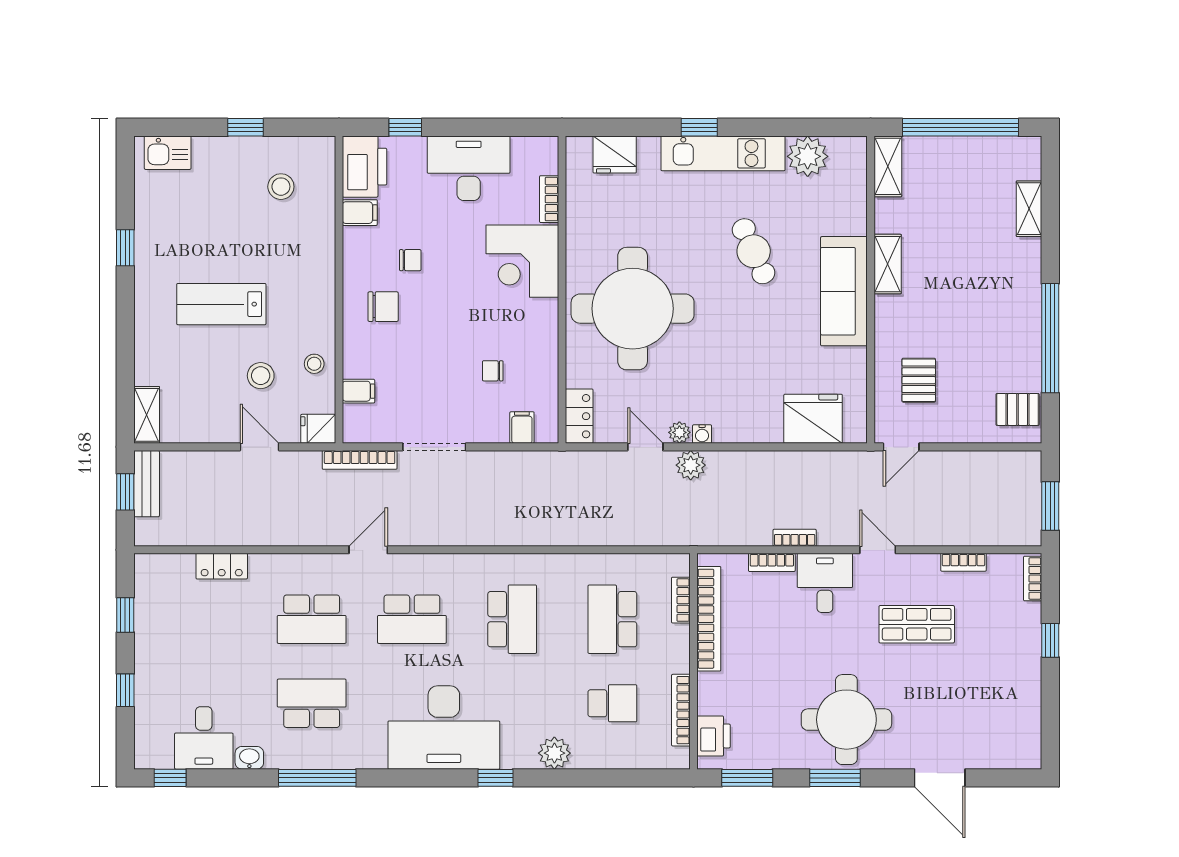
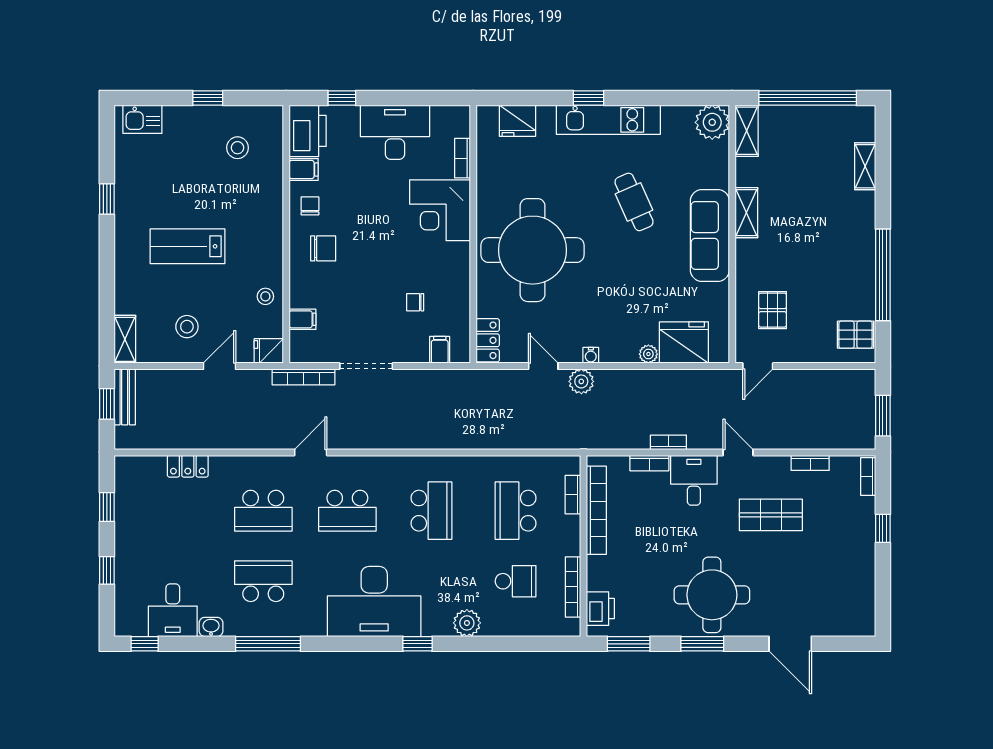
plant: (808, 156) -> (712, 122), moved
chair: (410, 260) -> (310, 206), moved, turned -90
stool: (261, 376) -> (187, 327), moved
plant: (679, 432) -> (648, 354), moved
door: (259, 447) -> (220, 366), hinge flipped

